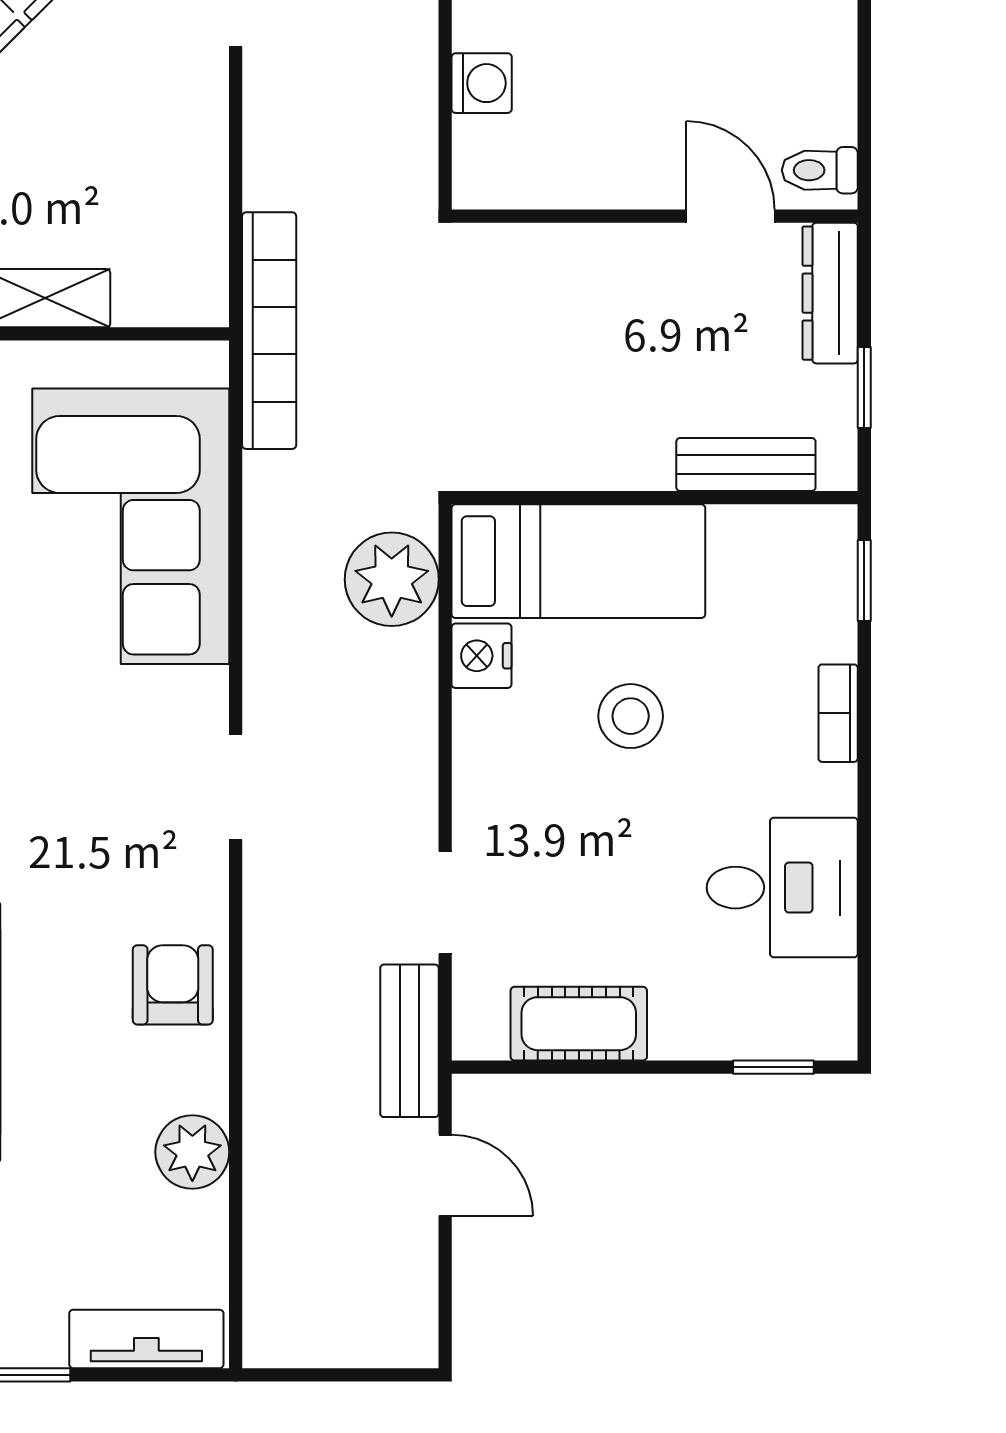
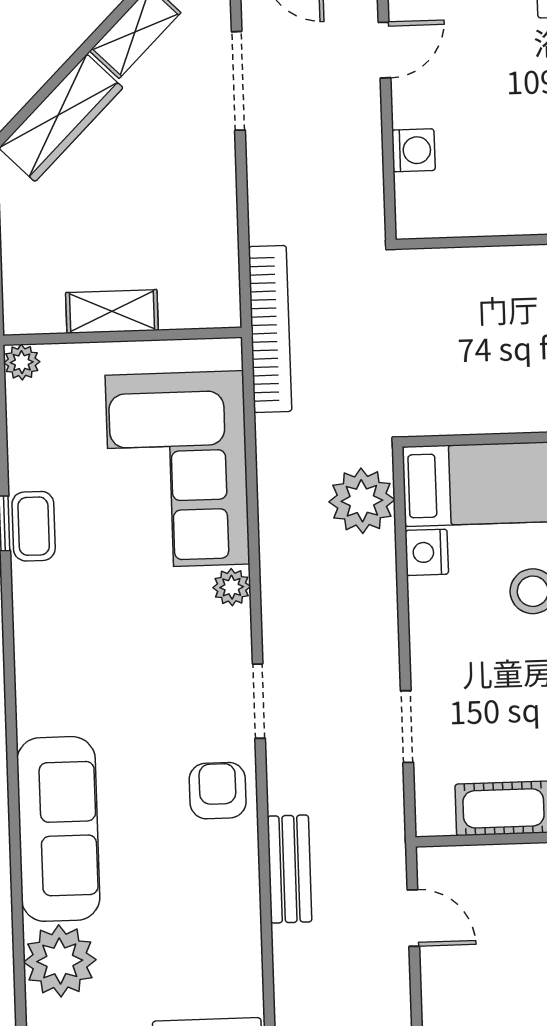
doorway: (236, 787) -> (259, 701), moved
bench: (409, 1041) -> (290, 869), moved
plant: (192, 1152) -> (232, 587), moved, width x0.73, depth x0.73

